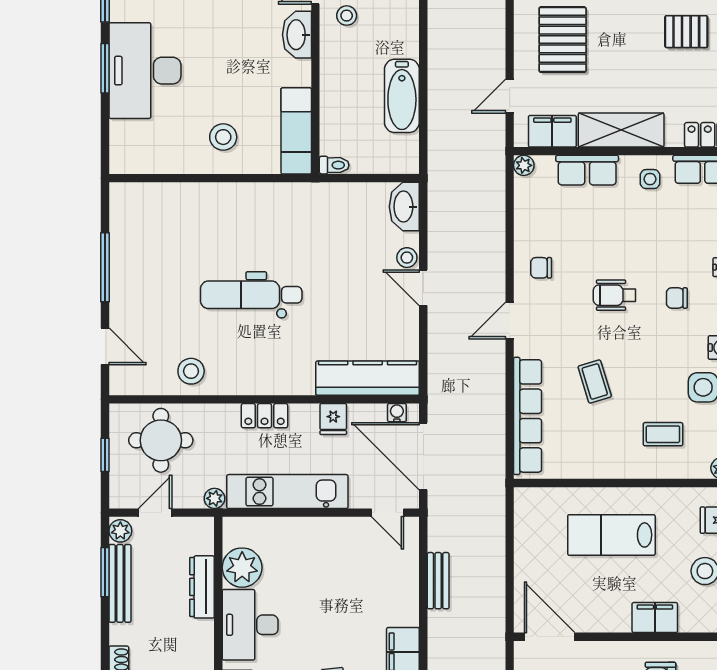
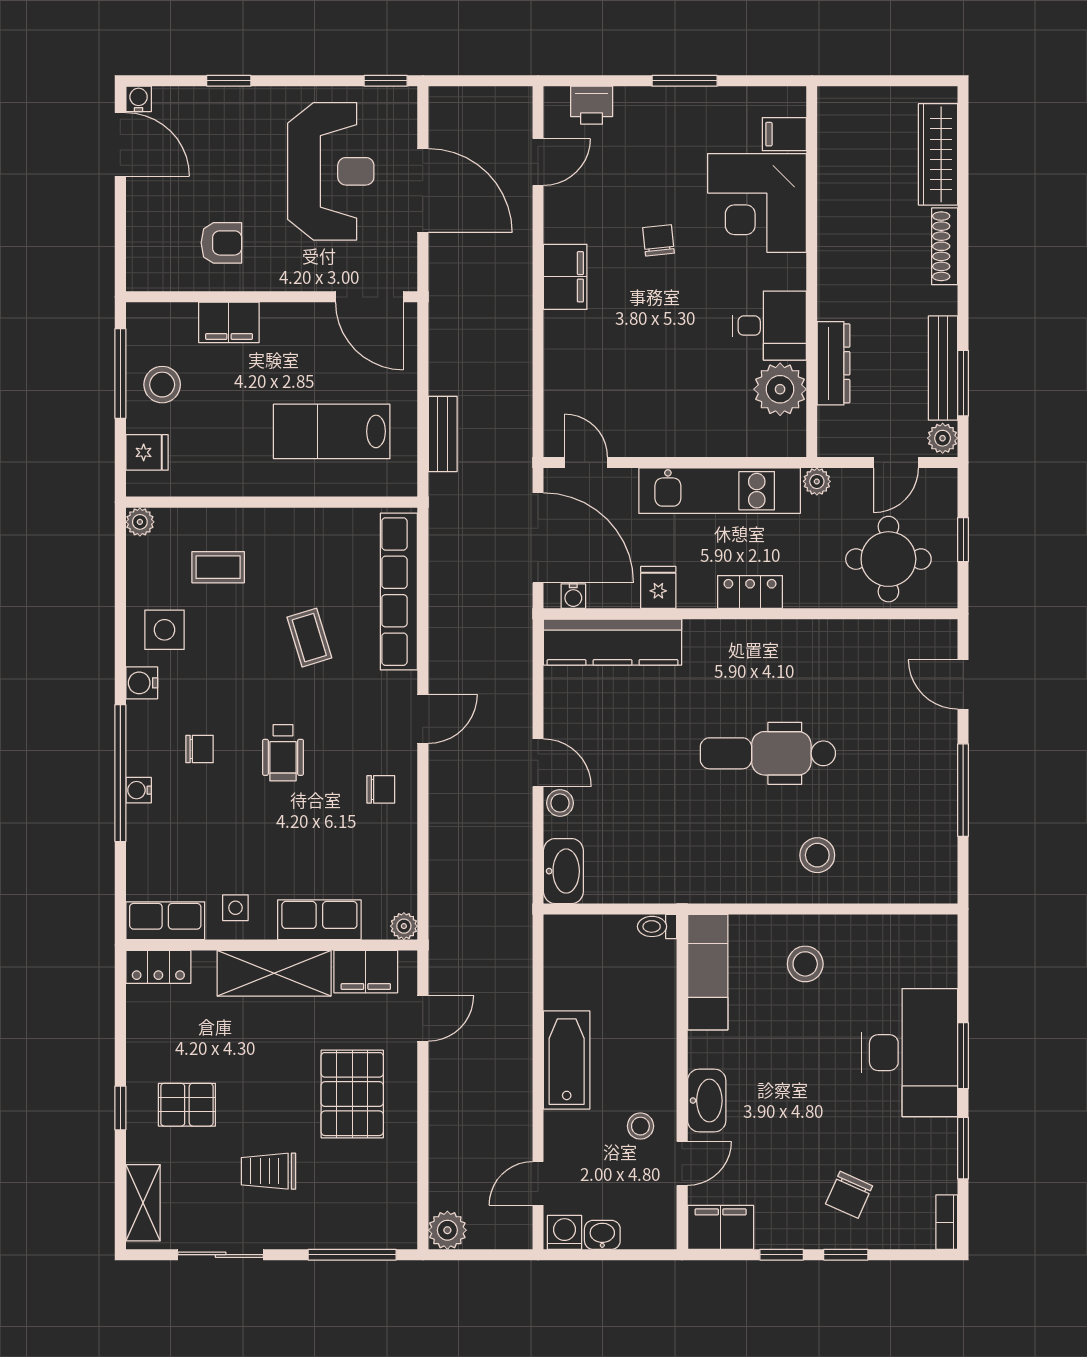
bathtub: (402, 96) -> (567, 1060), moved
dental chair: (251, 295) -> (768, 753), turned 180
wheelchair: (614, 295) -> (283, 753), turned 90
stool: (191, 371) -> (817, 855), moved
lab bench: (611, 535) -> (332, 431), moved, turned 180
bench: (438, 581) -> (443, 434), moved
desk: (250, 625) -> (769, 326), width x0.73

